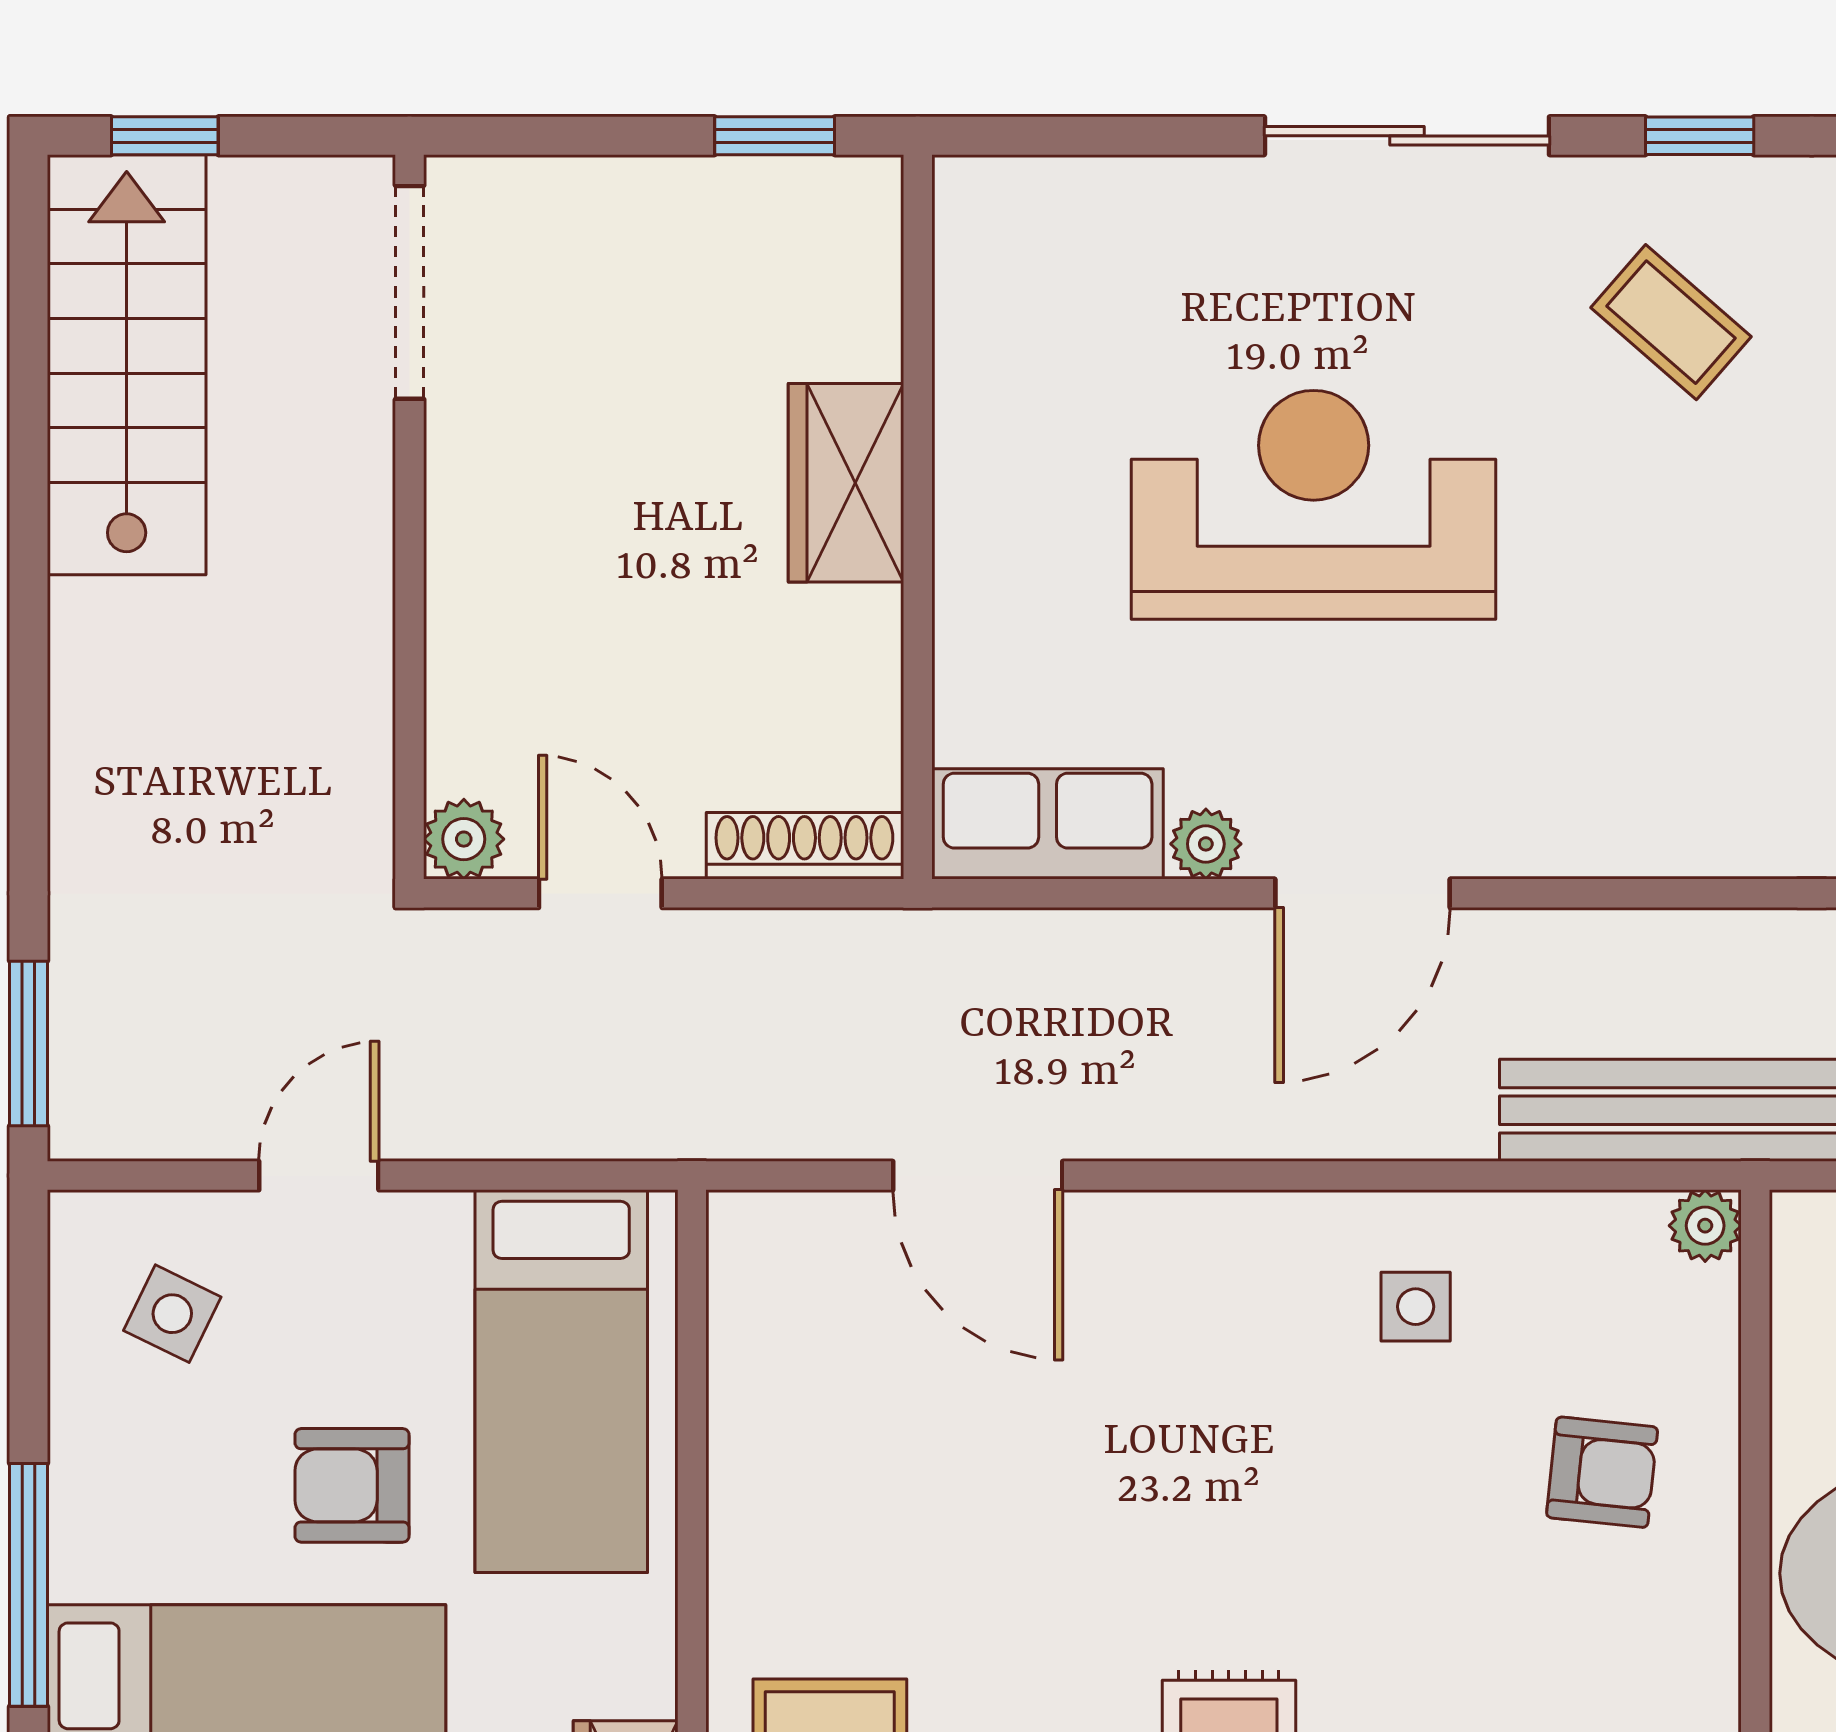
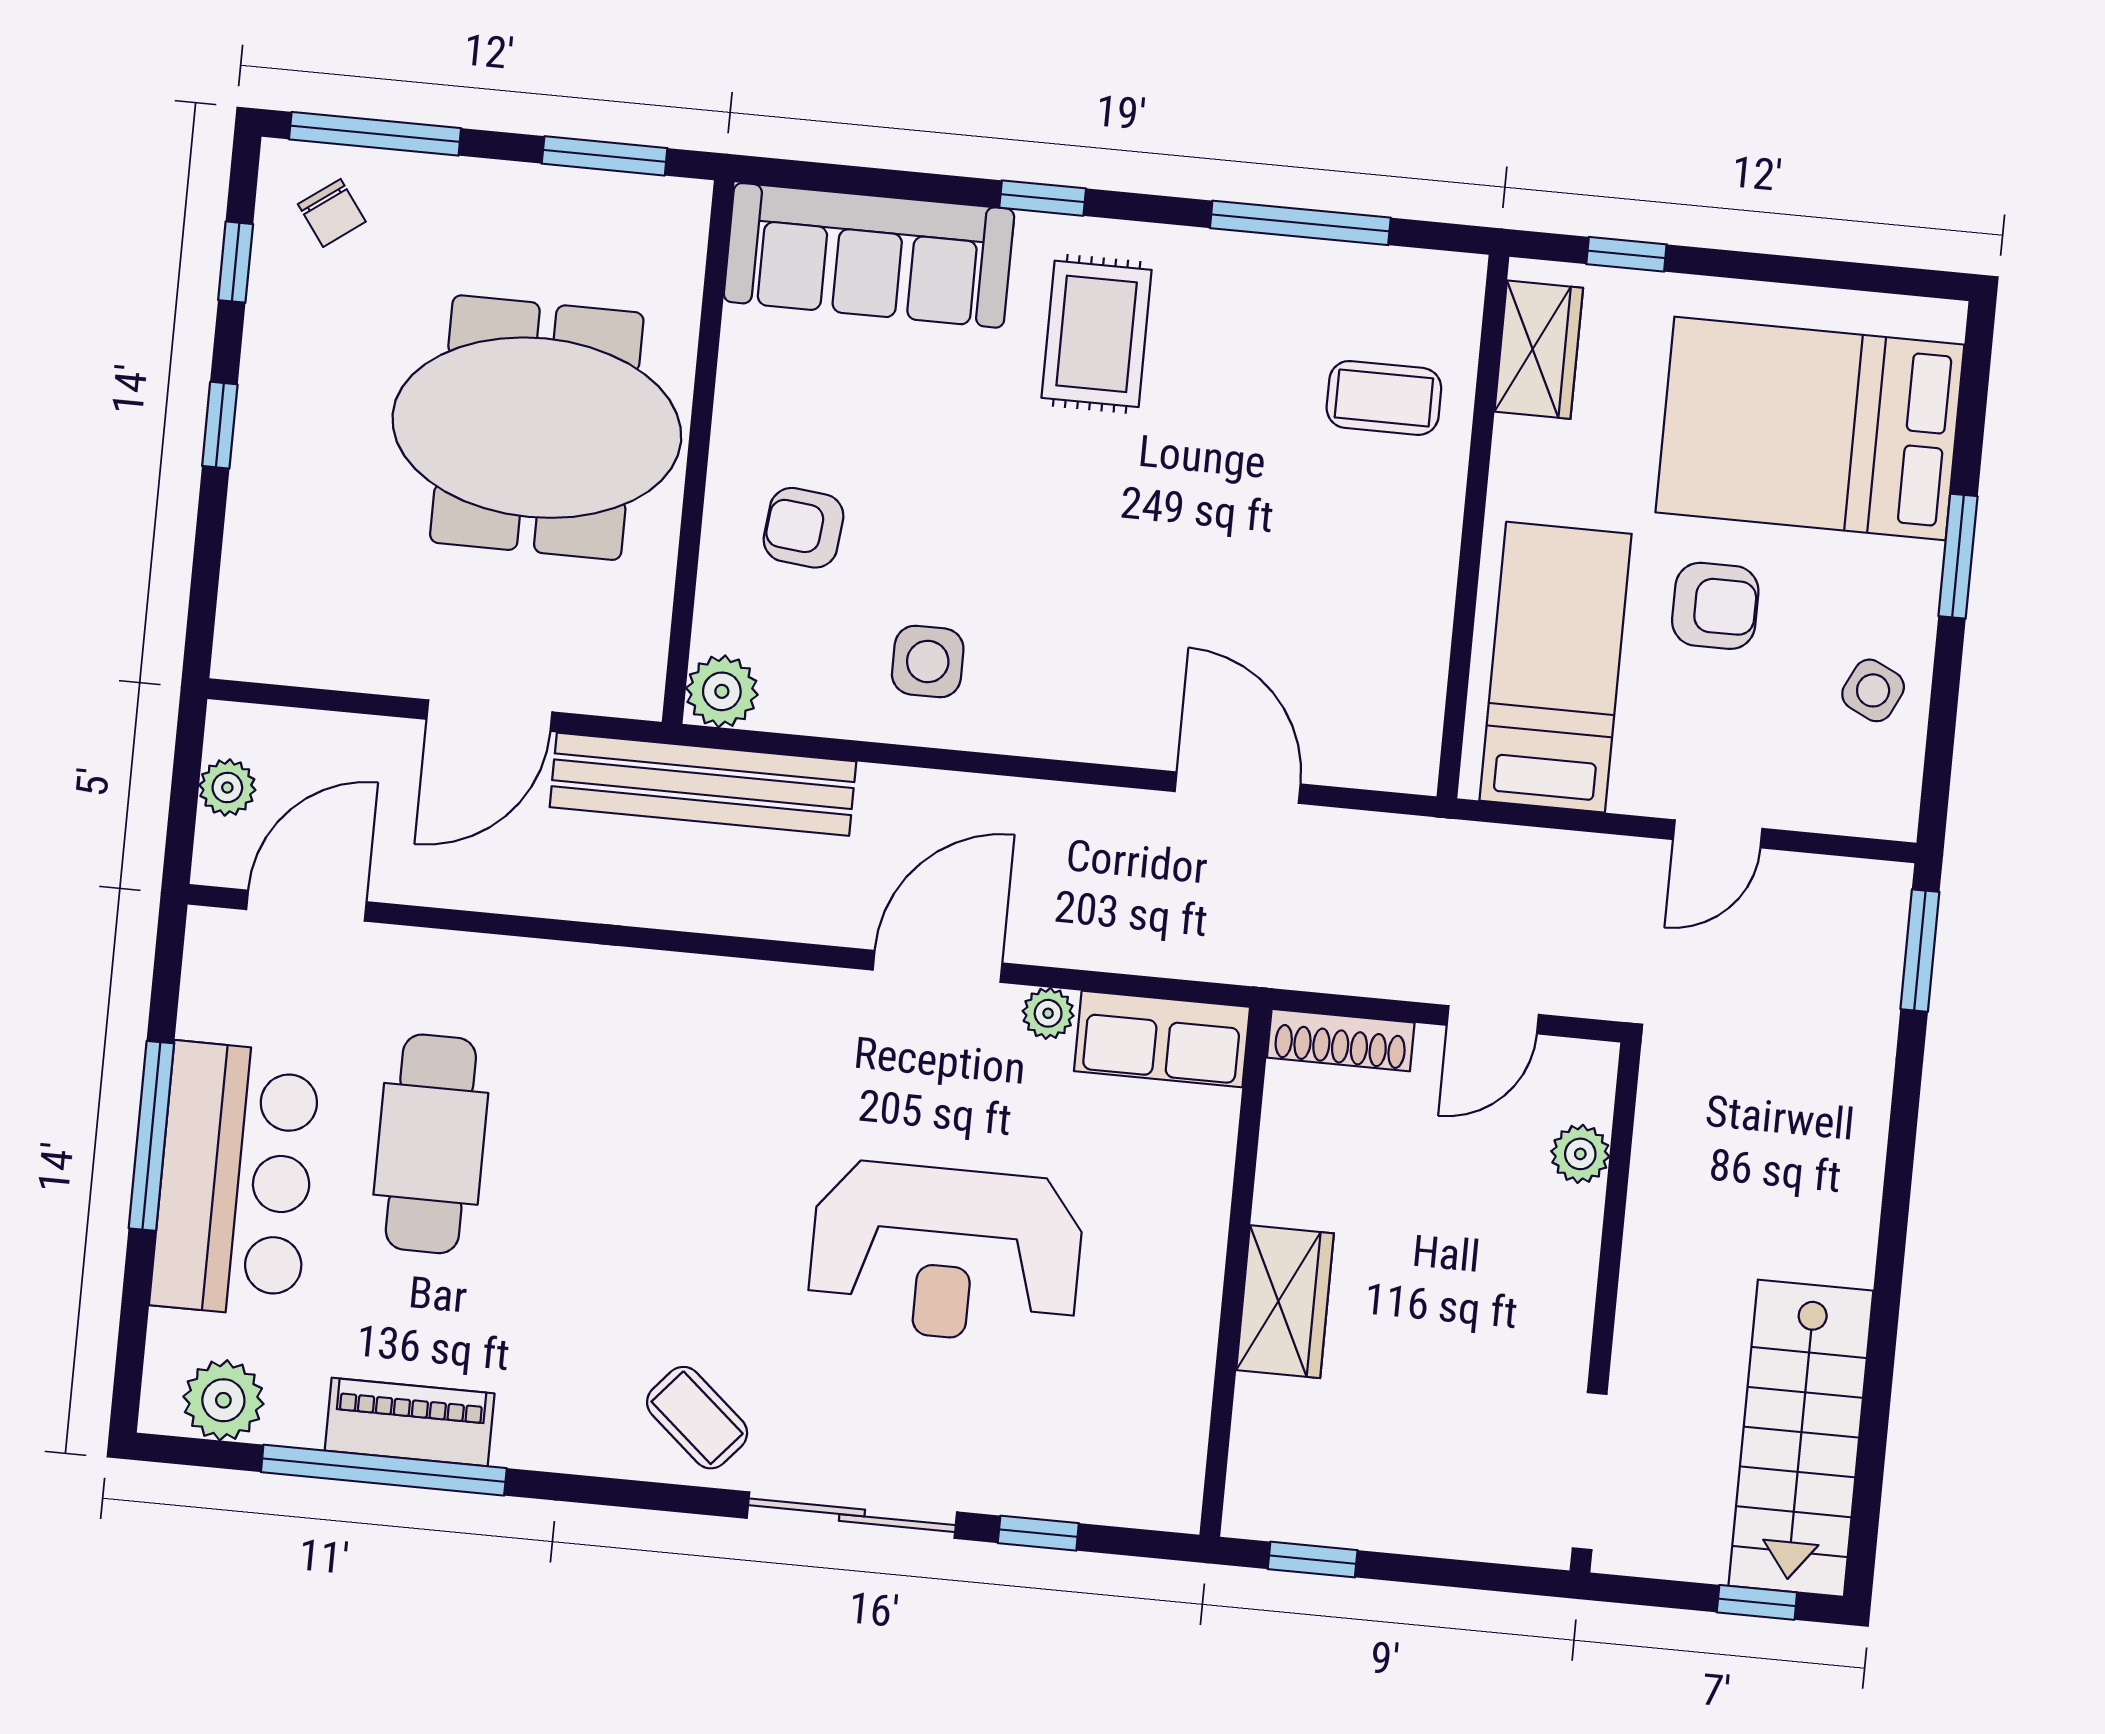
window: (1700, 136) -> (1038, 1533), moved
coffee table: (1671, 322) -> (697, 1418), moved
plant: (464, 839) -> (1580, 1154), moved
door: (600, 893) -> (1493, 1020), hinge flipped
plant: (1705, 1226) -> (722, 691), width x1.38, depth x1.38
side table: (1416, 1307) -> (928, 662), width x1.37, depth x1.37
side table: (172, 1314) -> (1873, 690), moved
window: (28, 1585) -> (1958, 556), width x0.69

